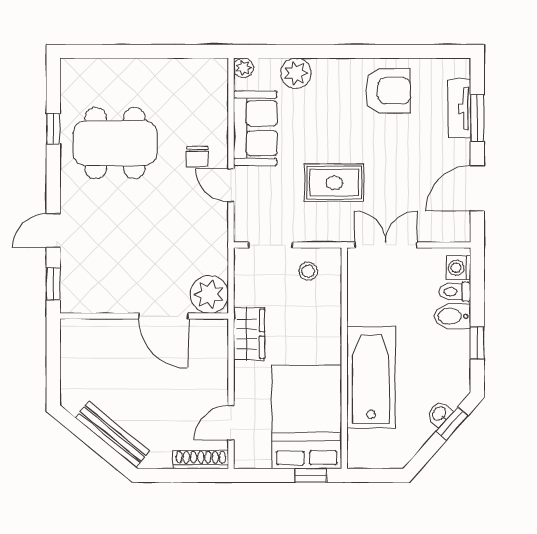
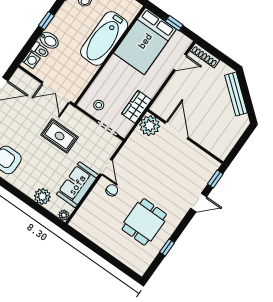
dining table: (115, 143) -> (144, 222), width x0.73
wardrobe: (249, 334) -> (137, 107), moved
window: (311, 475) -> (174, 23), moved

